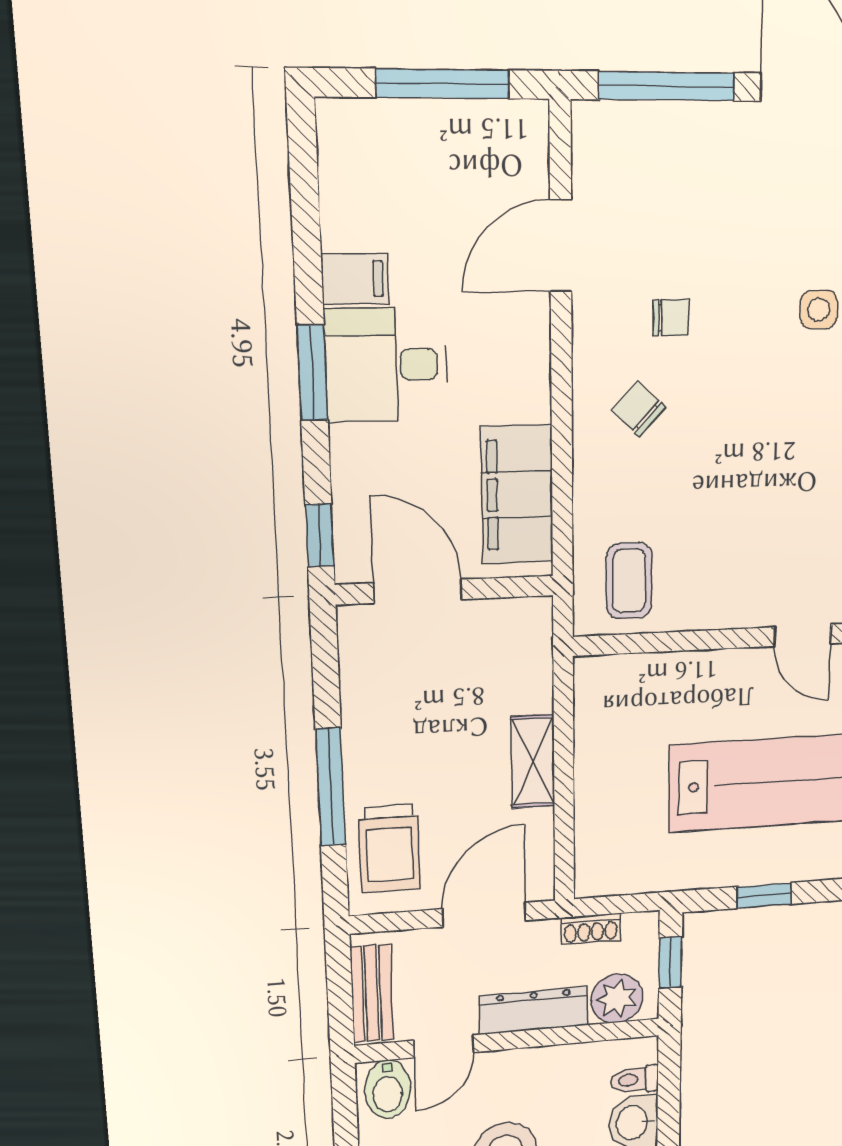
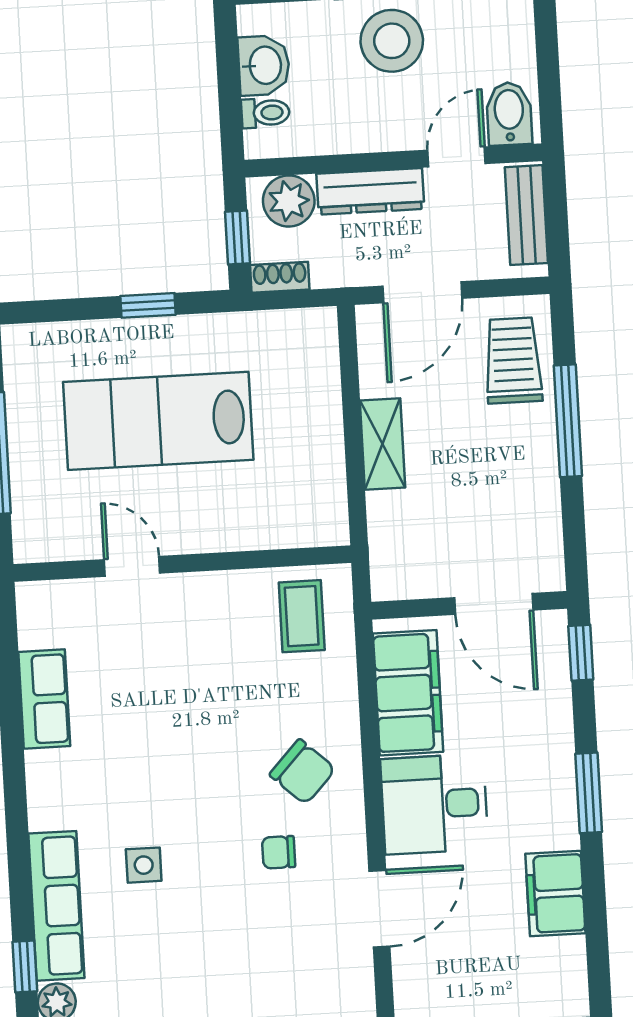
filing cabinet: (355, 279) -> (555, 894), width x2.00
desk: (386, 365) -> (434, 804), moved, turned 180
chair: (639, 409) -> (303, 772), width x1.37, depth x1.37
shoe rack: (591, 929) -> (280, 277), moved

